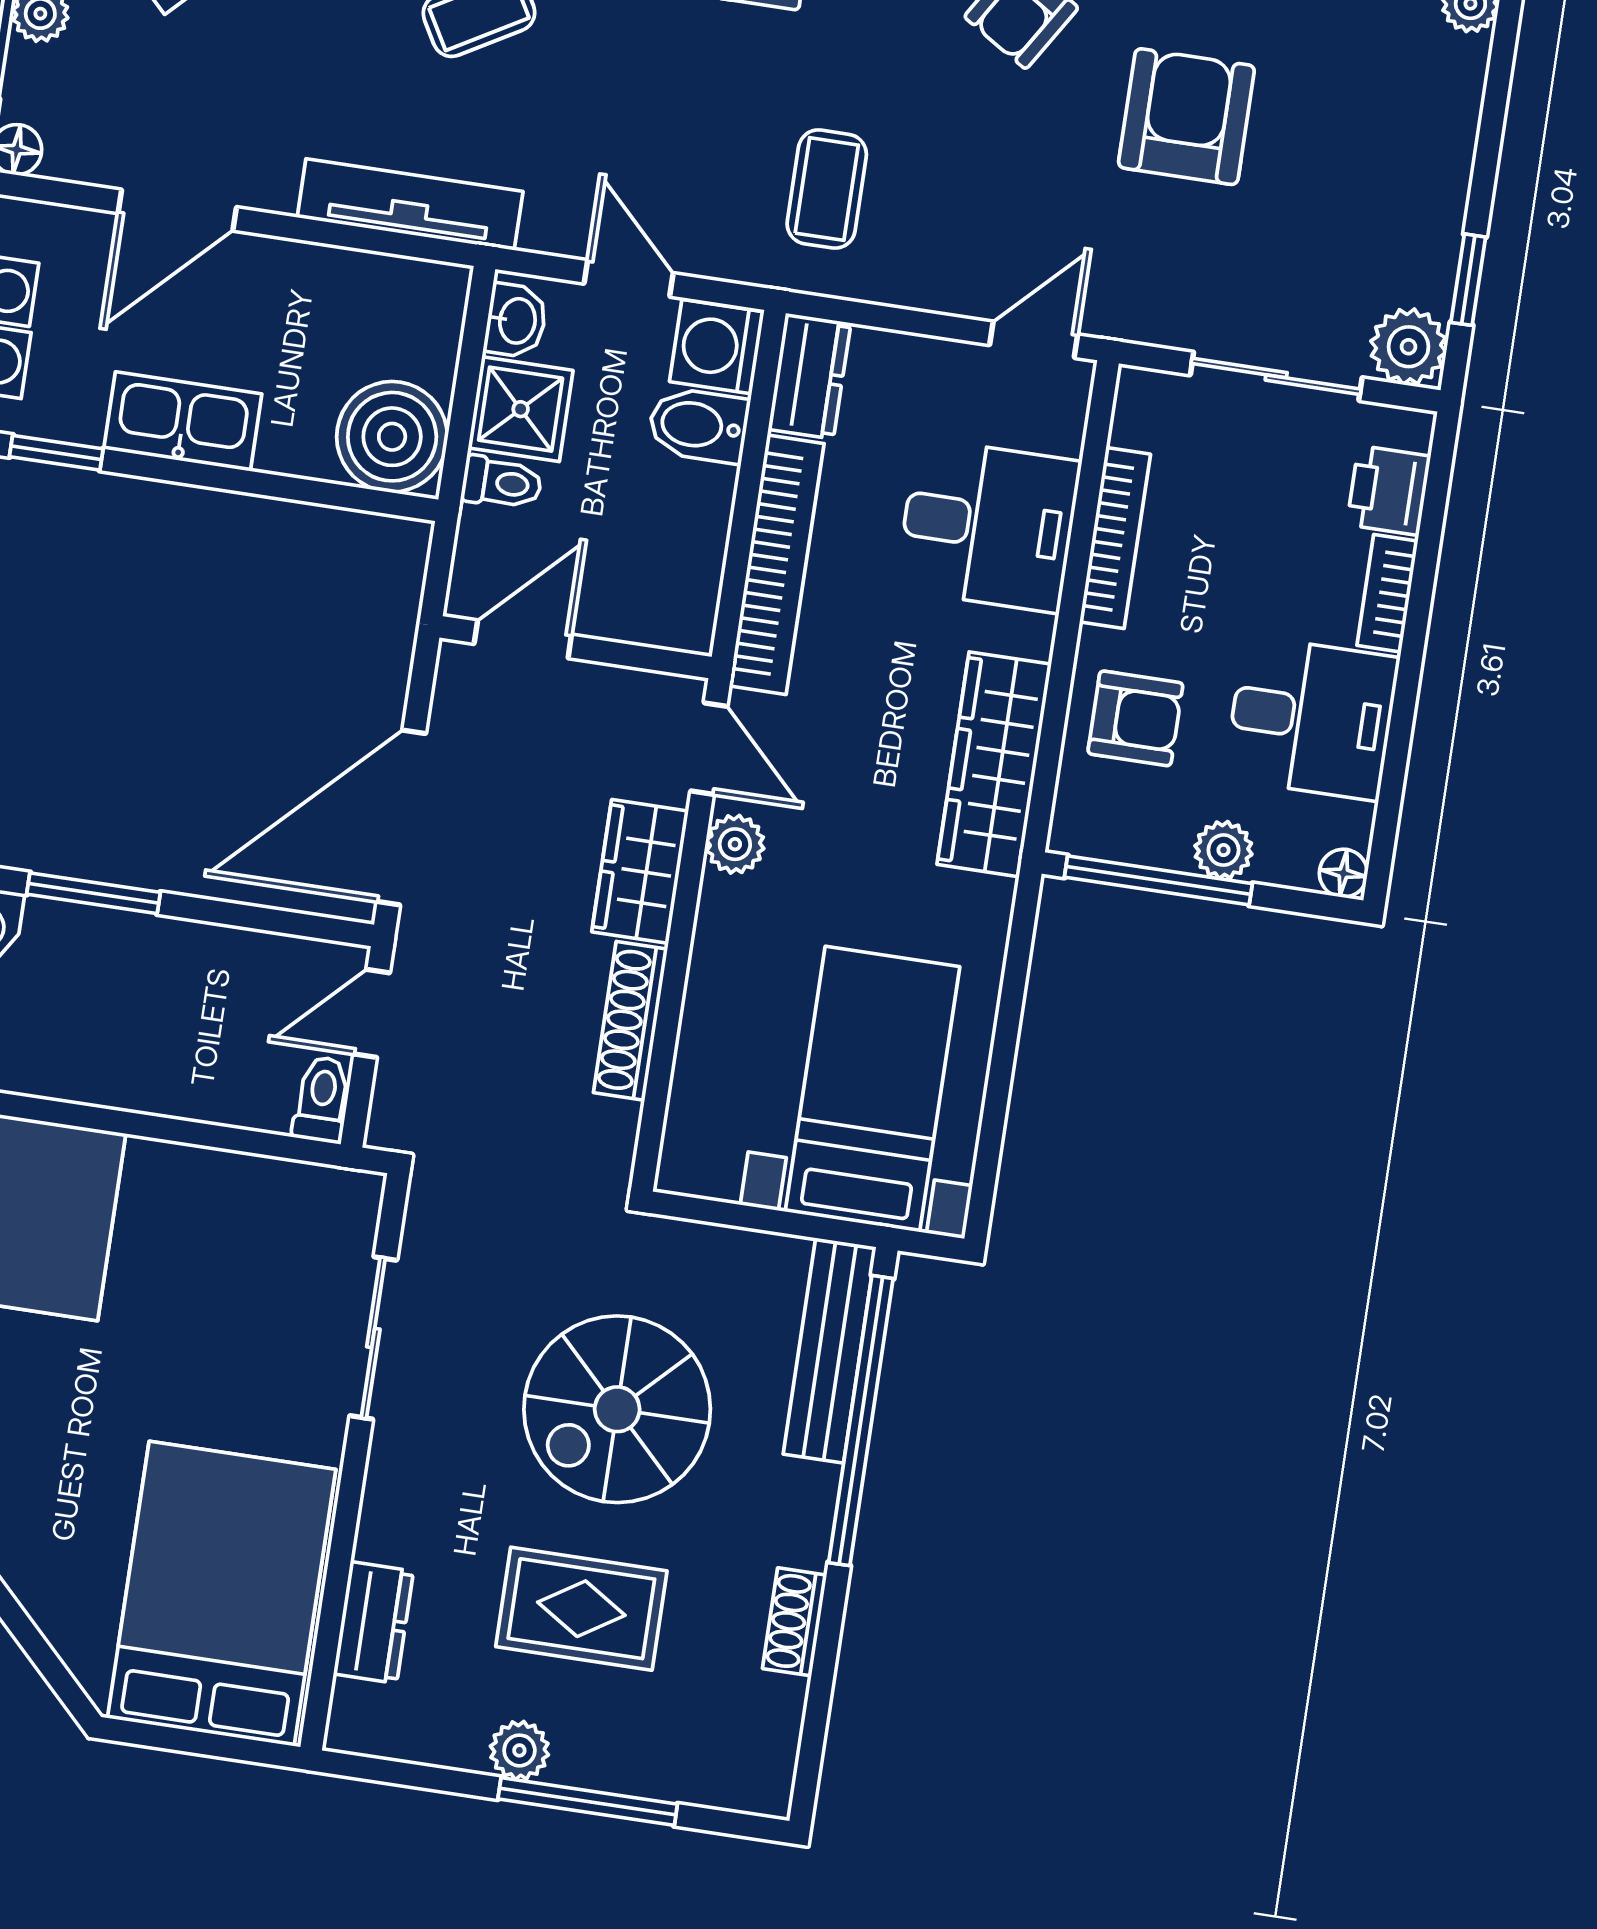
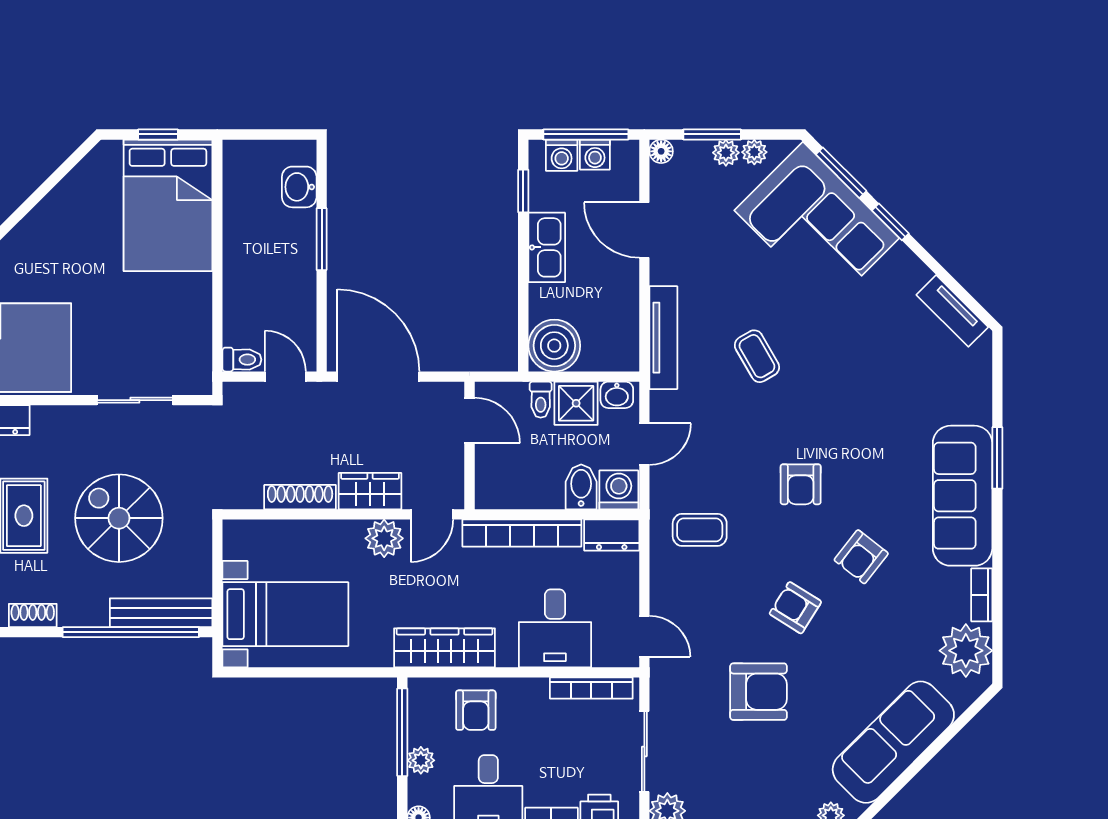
bookcase: (1115, 538) -> (591, 688), moved
plant: (735, 844) -> (384, 538), width x1.38, depth x1.38

